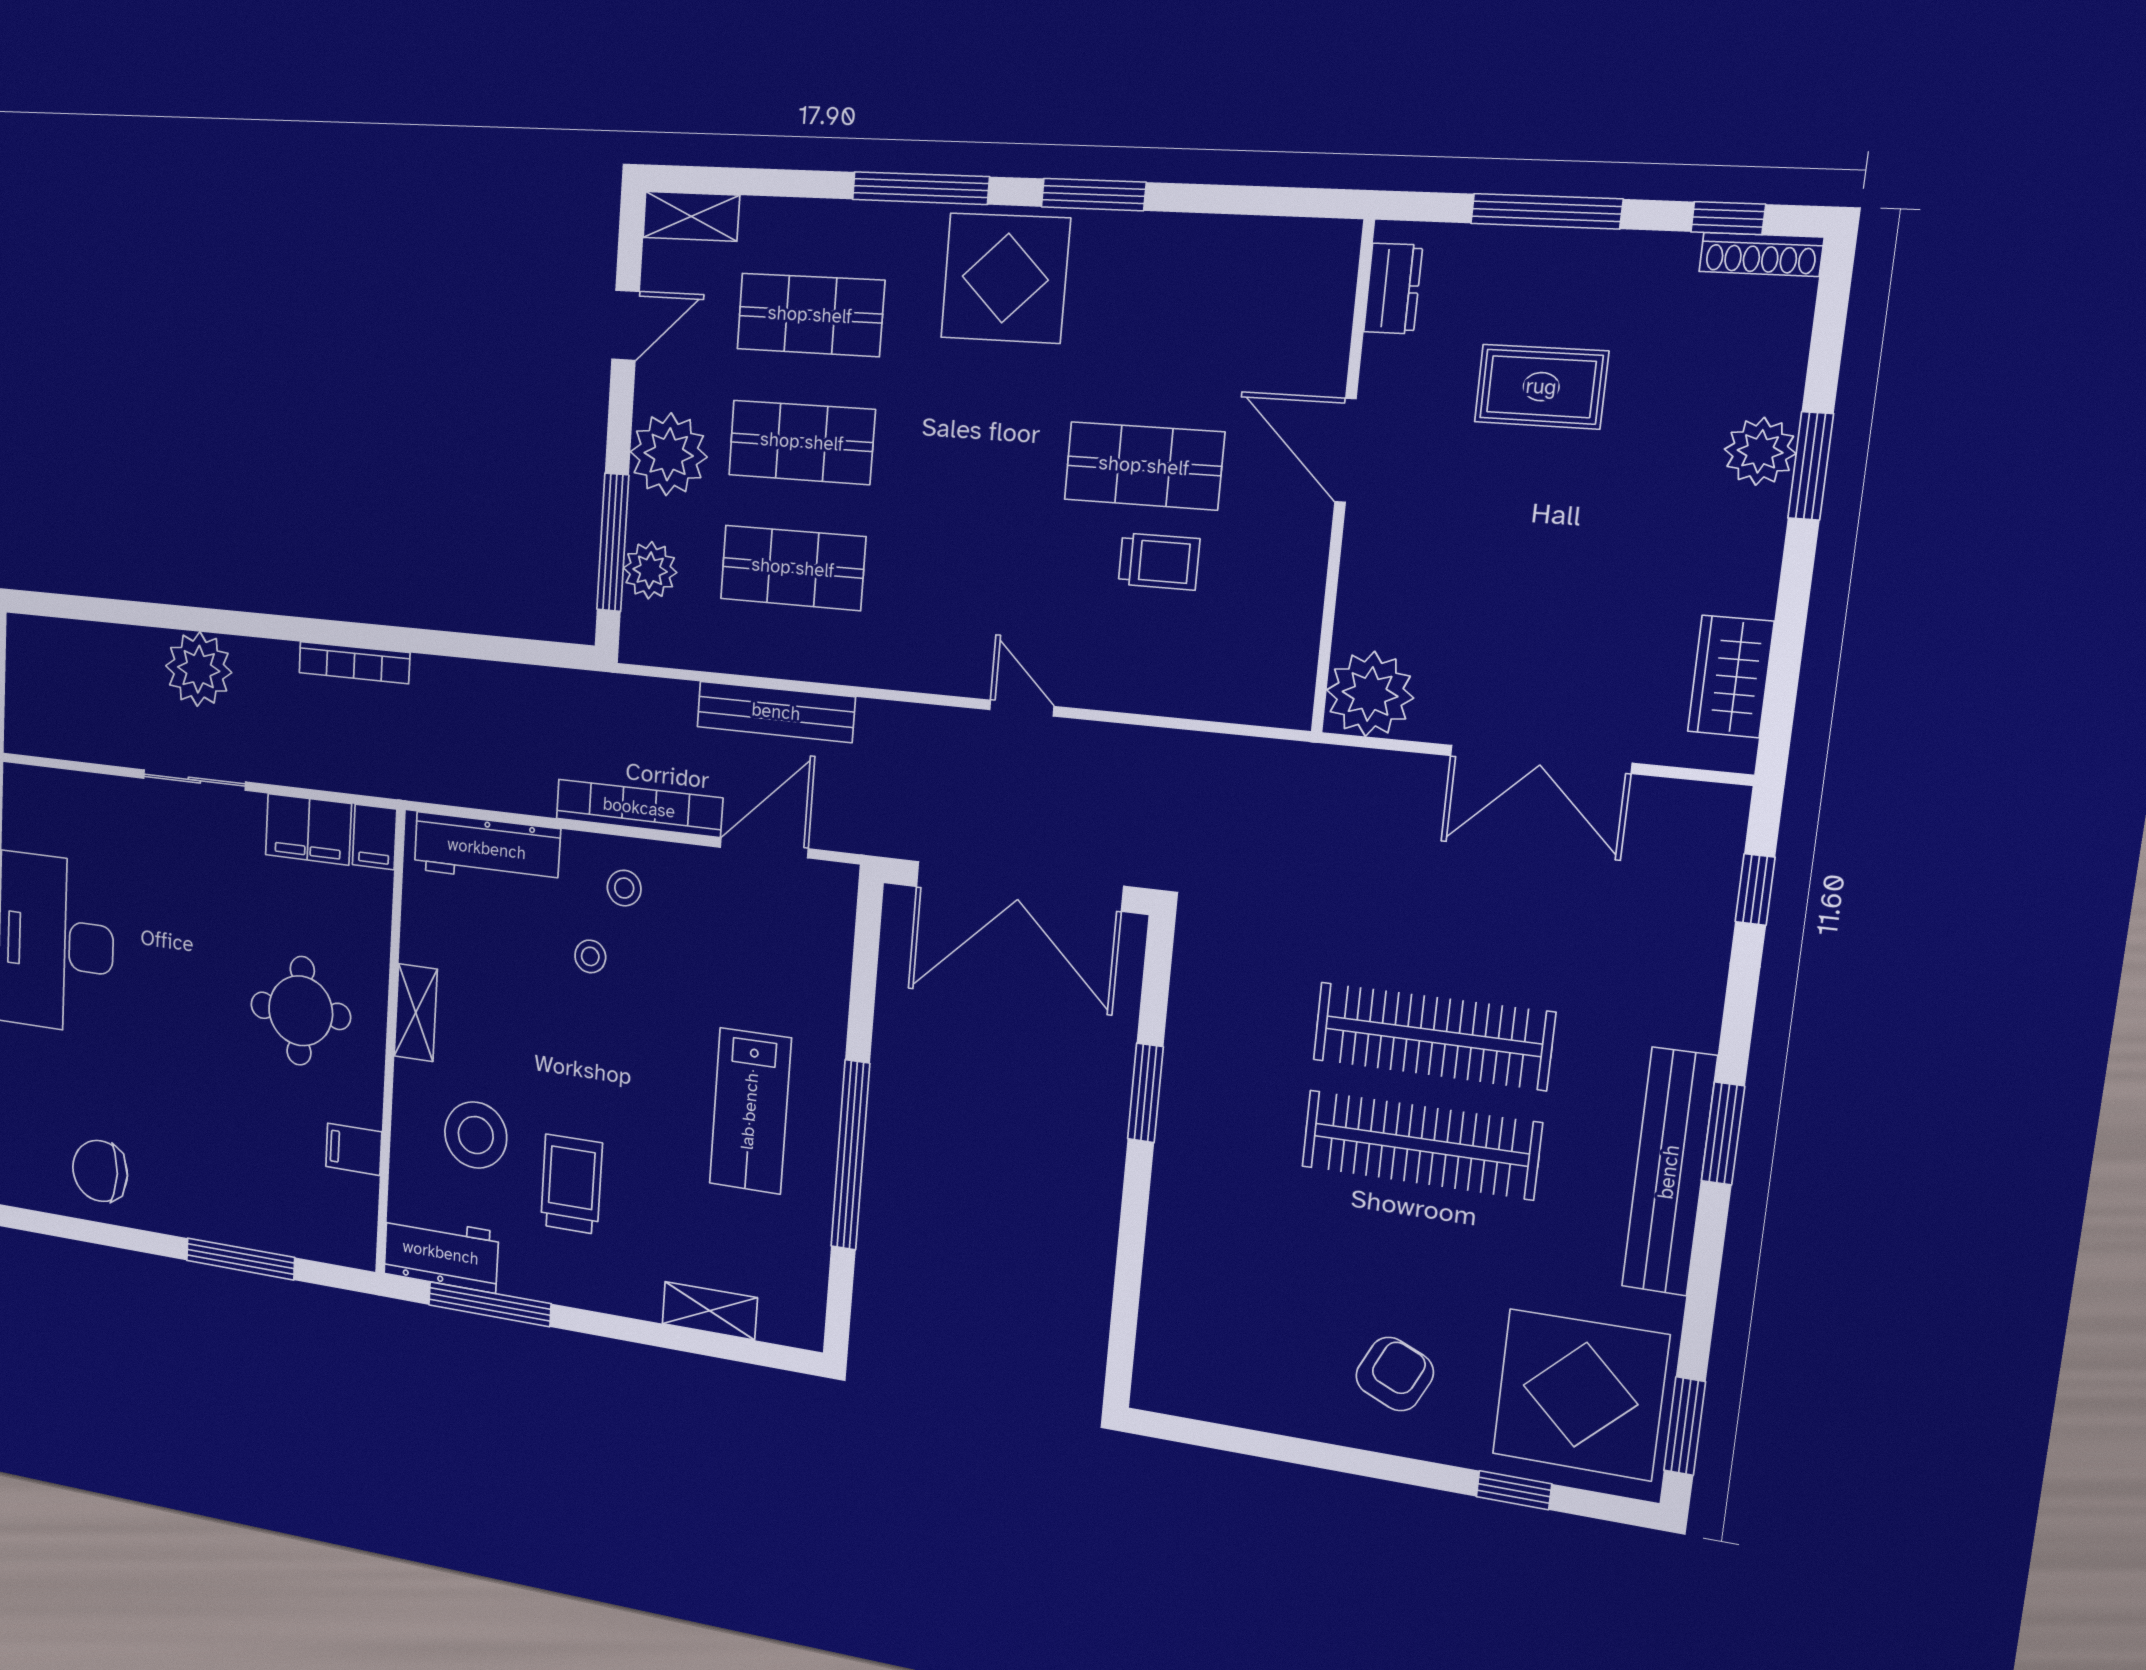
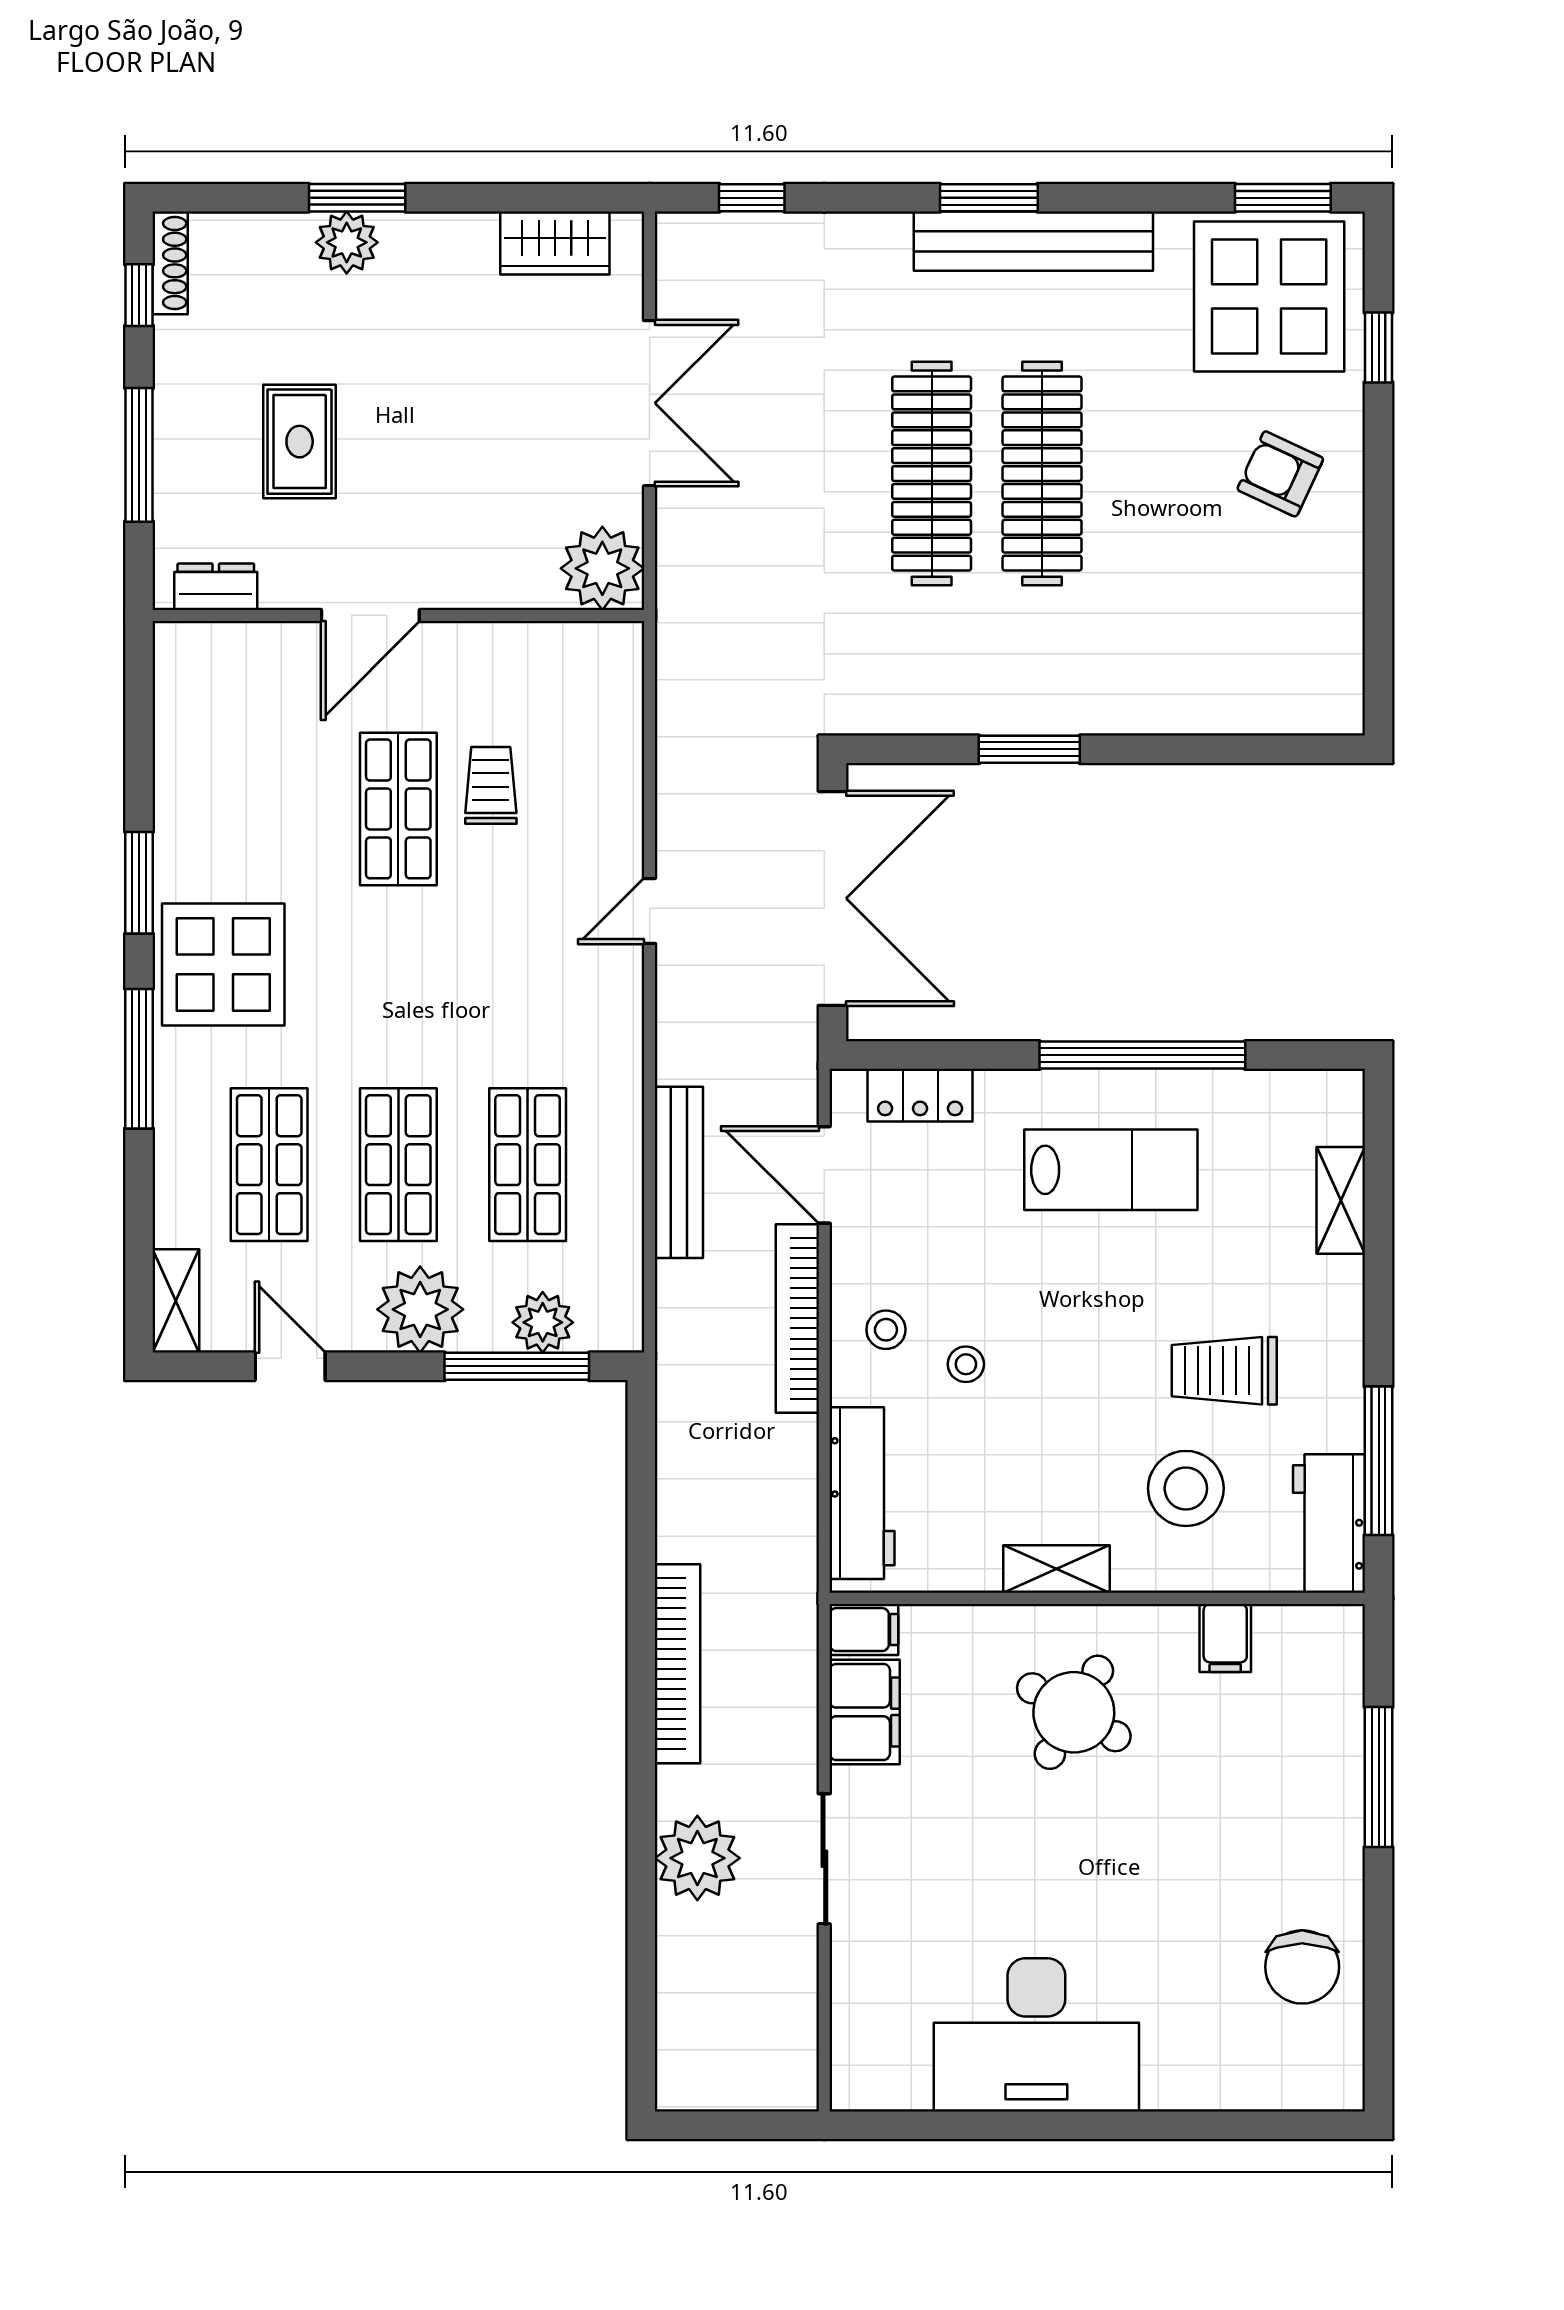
bookcase: (354, 663) -> (678, 1664), width x1.48, depth x1.31
locker: (829, 946) -> (920, 1095), added
round table: (301, 1011) -> (1074, 1712), turned 30

